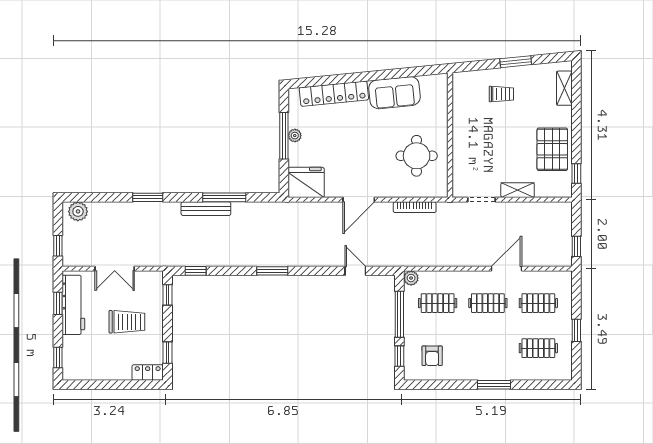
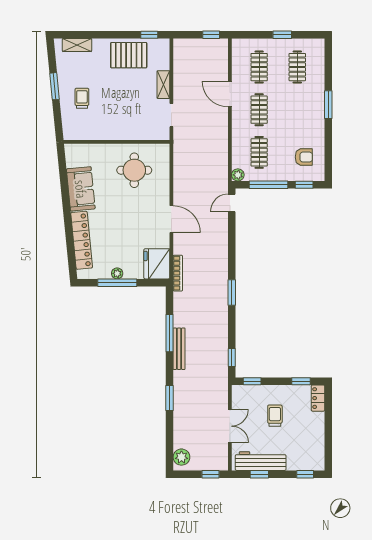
bookcase: (415, 207) -> (178, 273), moved
door: (355, 271) -> (232, 203), moved
trolley: (127, 322) -> (275, 416), width x0.73, depth x0.72

